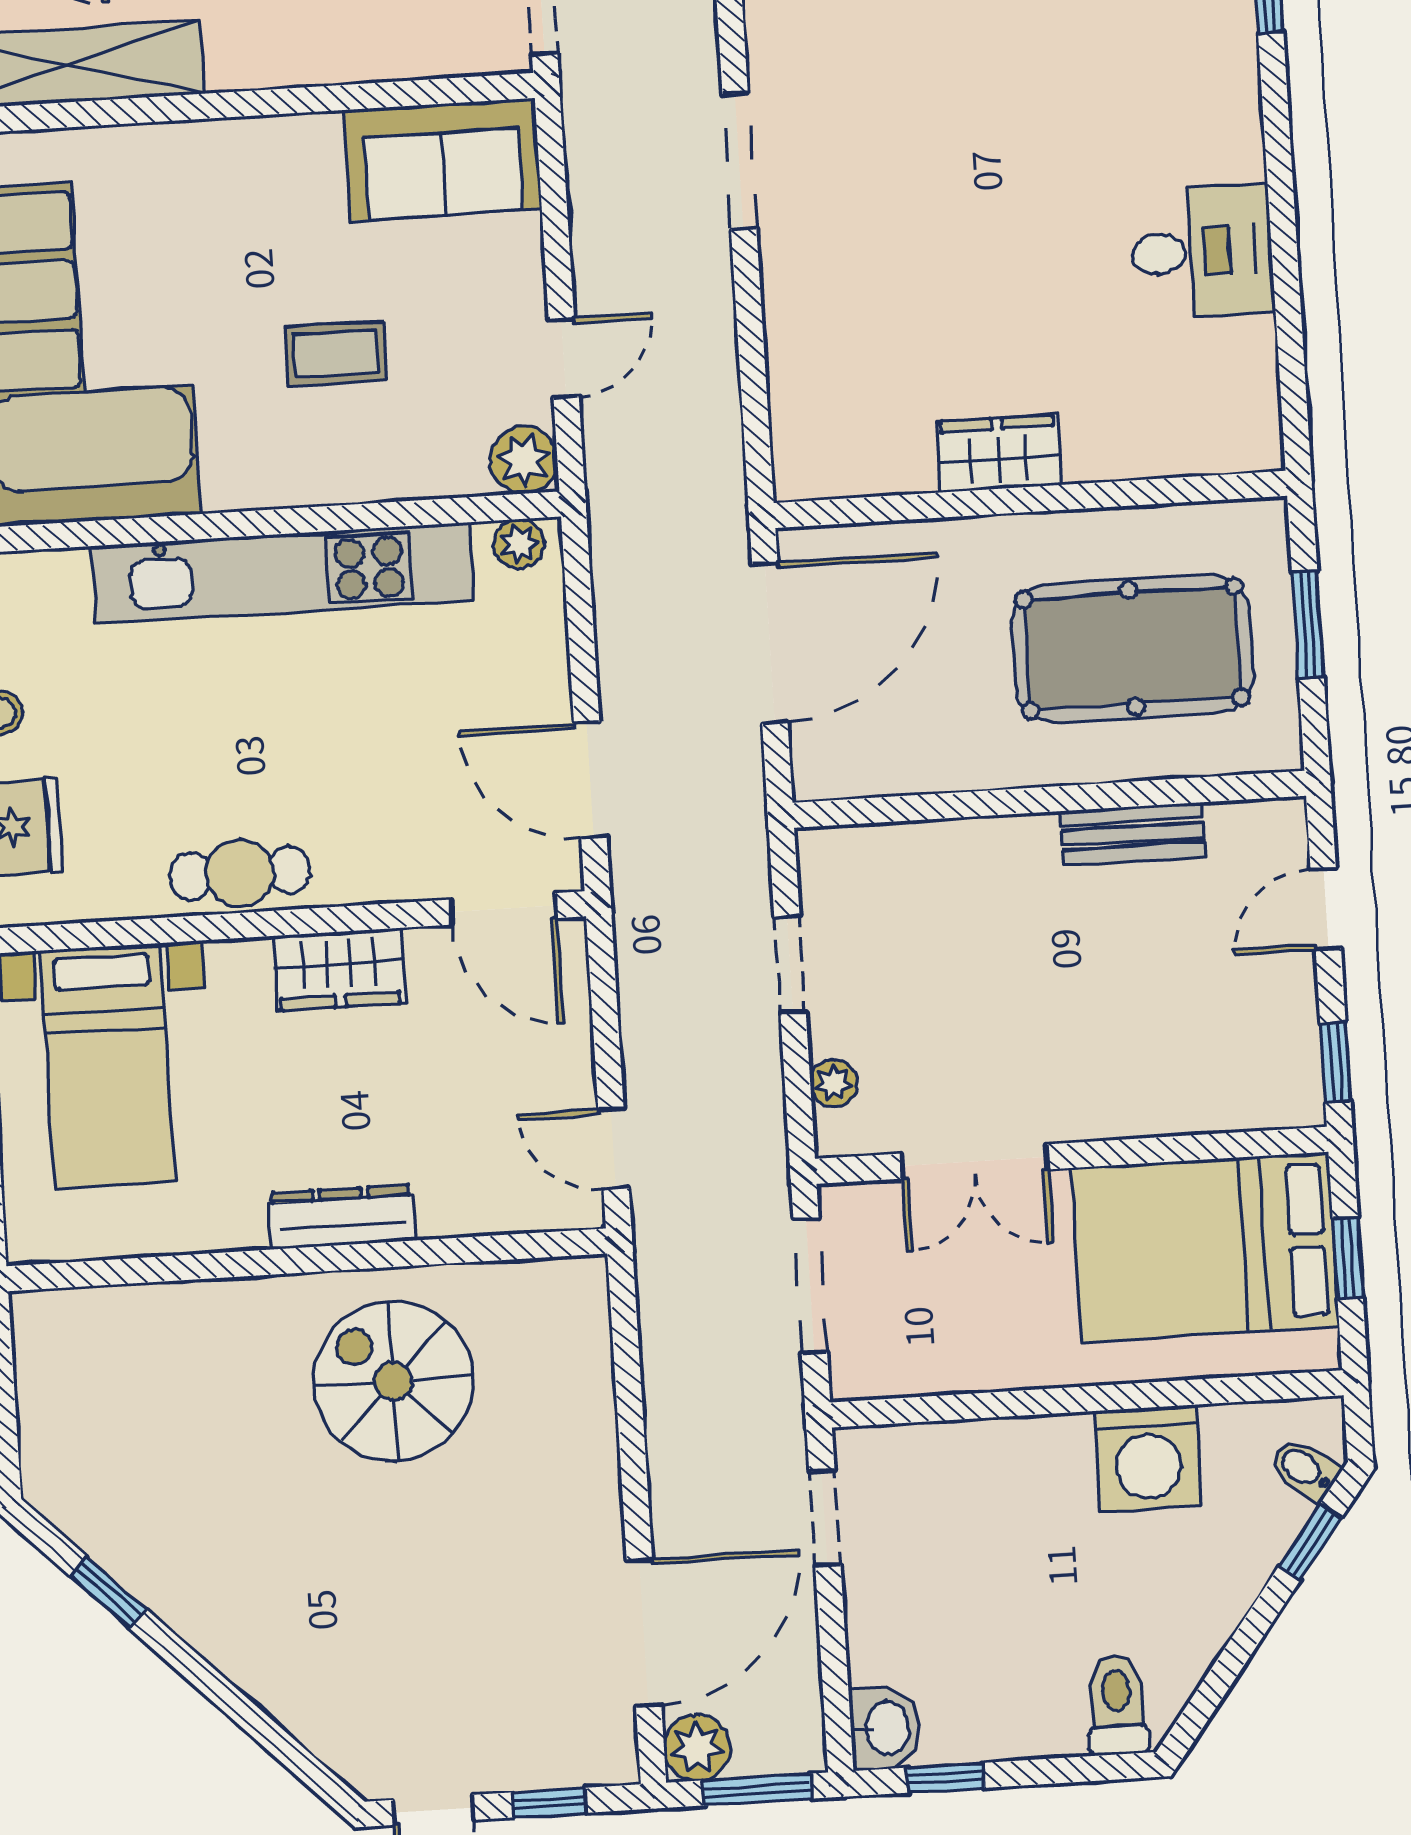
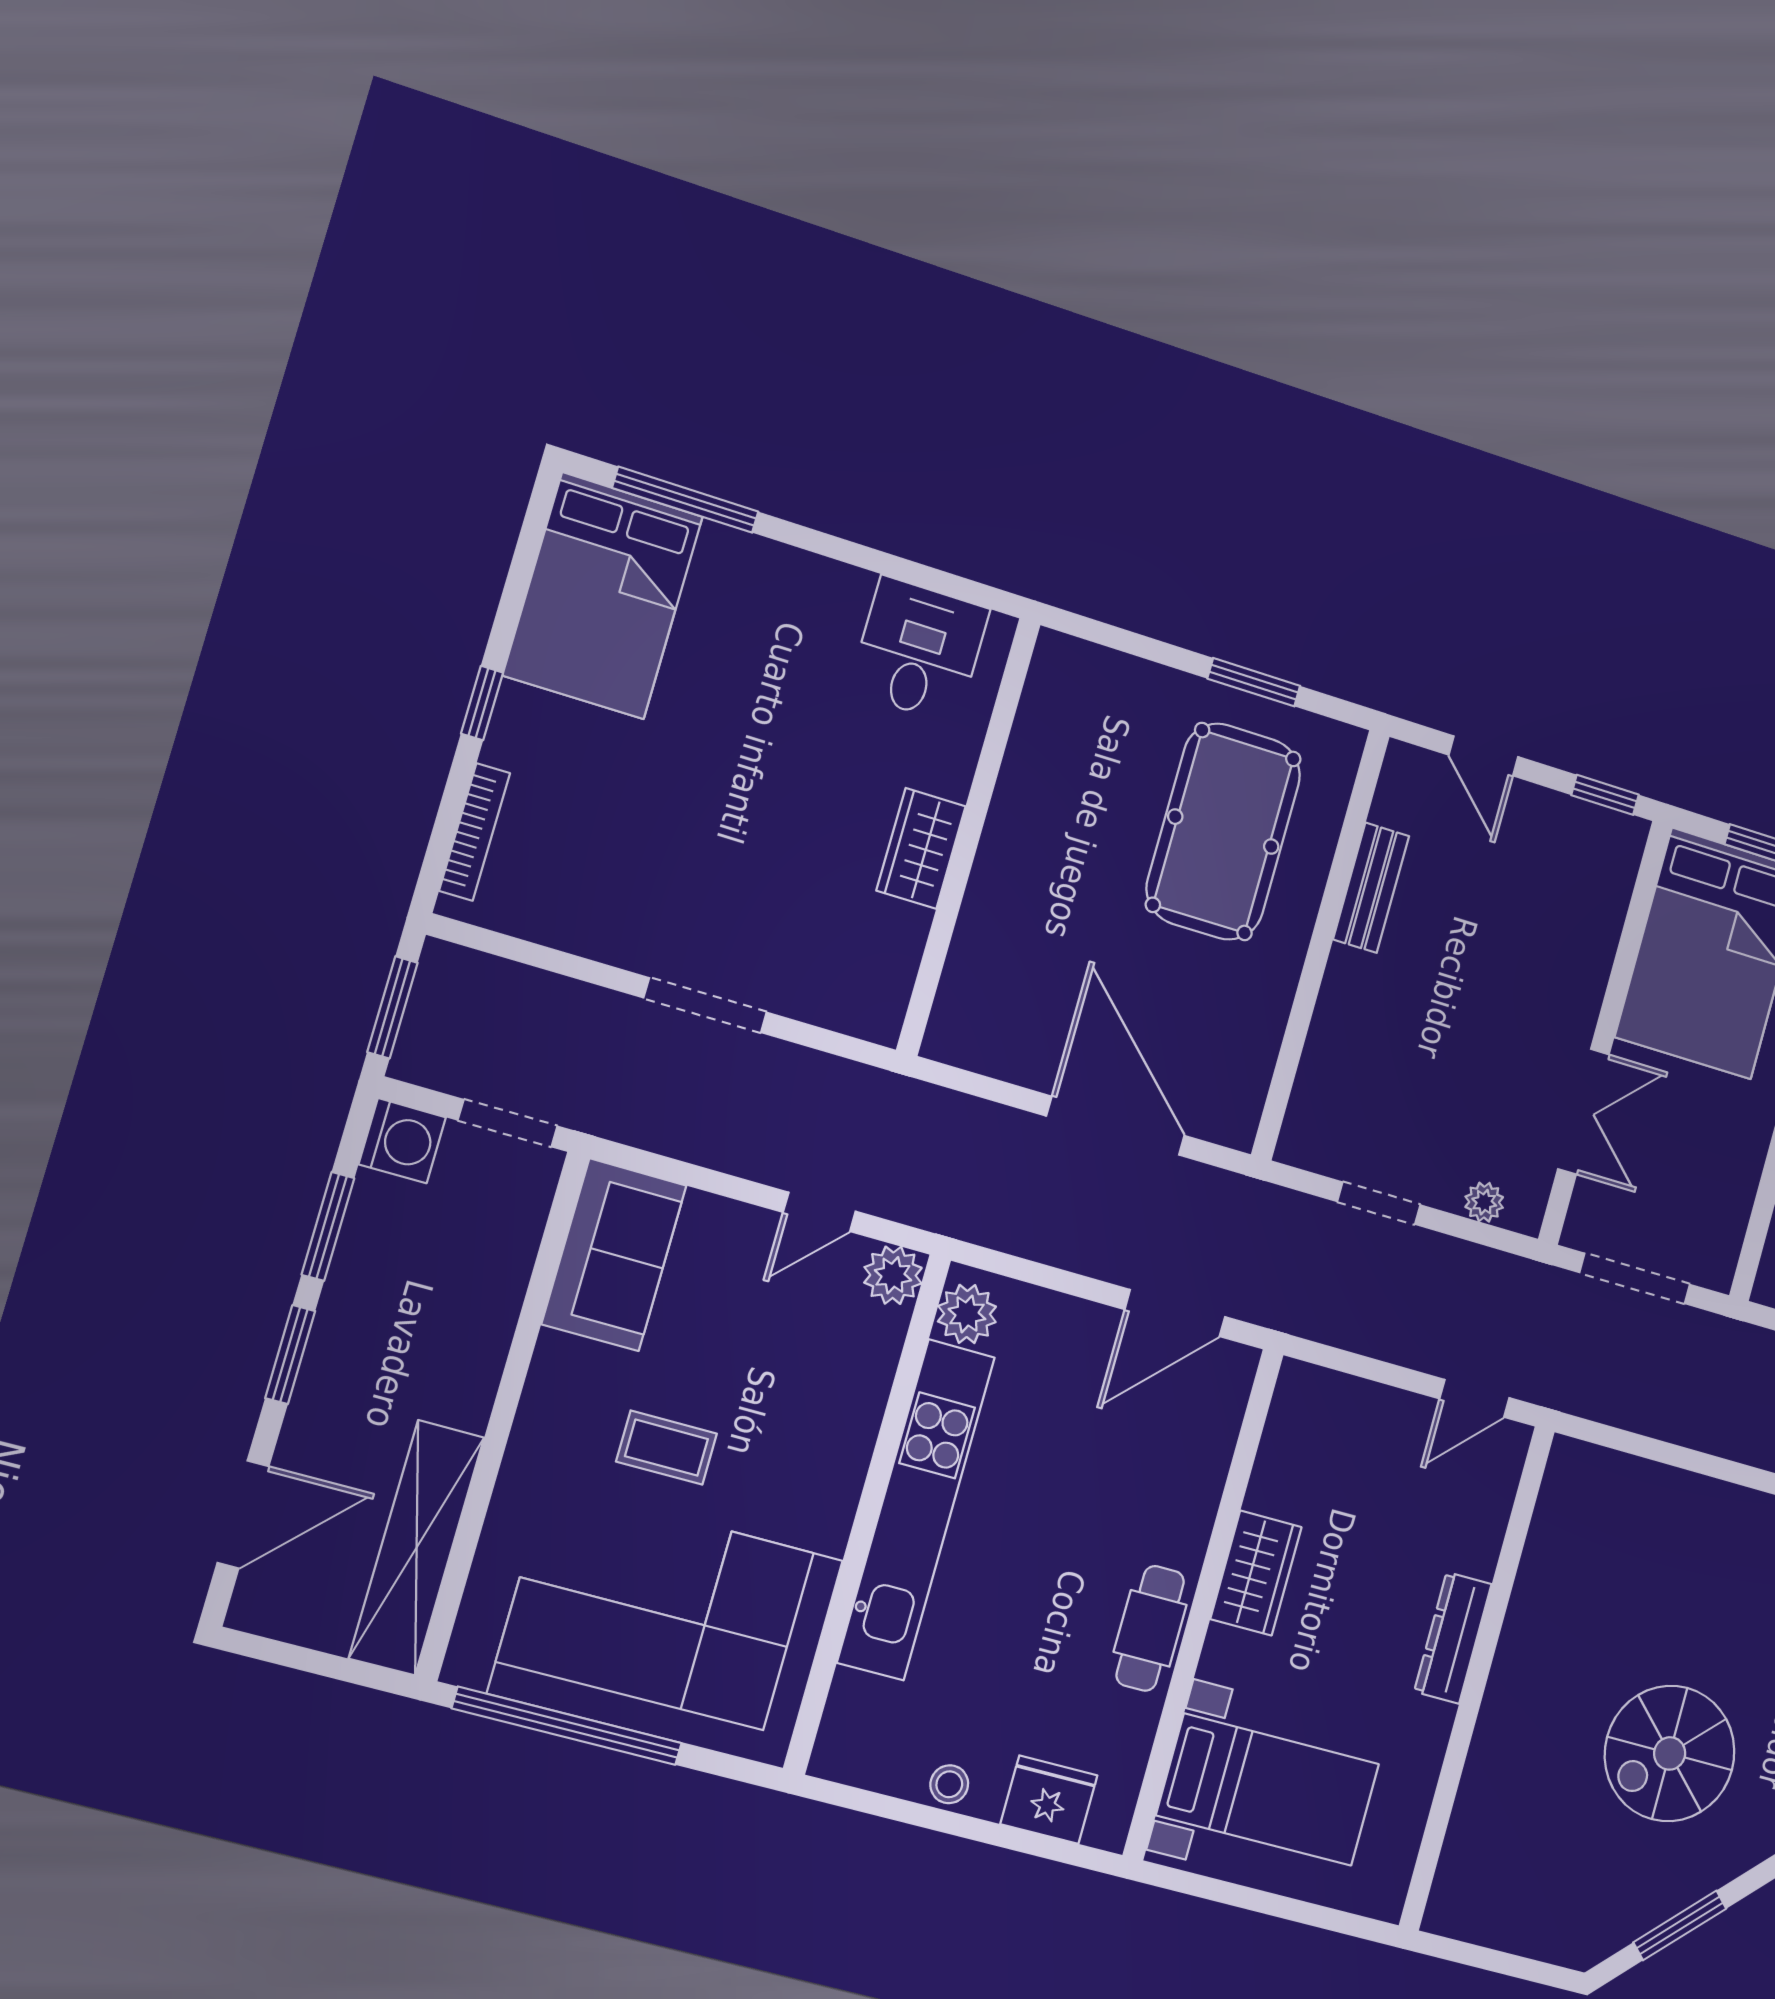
coffee table: (336, 353) -> (667, 1448), moved, turned 90
door: (564, 358) -> (819, 1212), swing flipped
wardrobe: (998, 453) -> (921, 848), moved
wall: (1030, 499) -> (968, 836), moved
plant: (519, 544) -> (967, 1314), width x1.38, depth x1.38
door: (503, 909) -> (1254, 1421), removed
spiral stairs: (393, 1381) -> (1670, 1753), moved
window: (108, 1592) -> (1680, 1925), width x1.50

